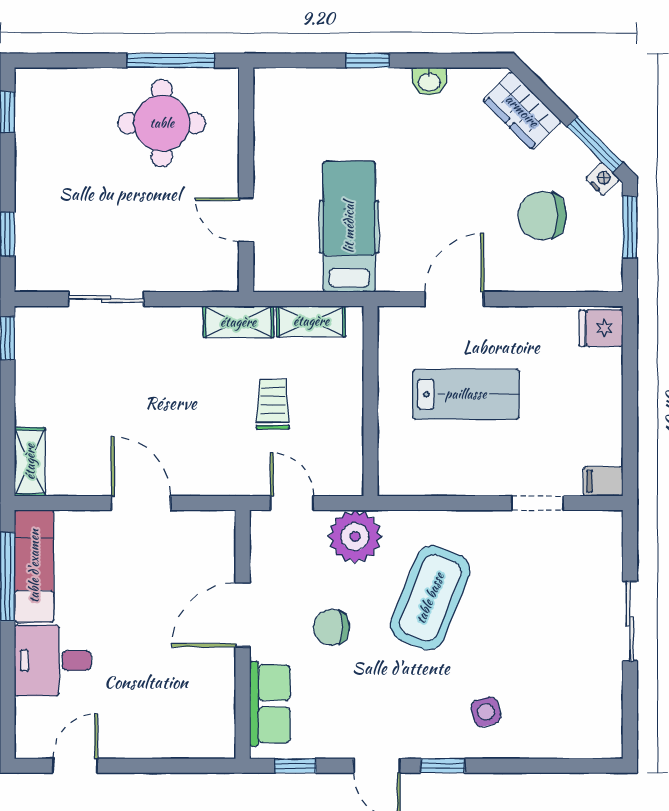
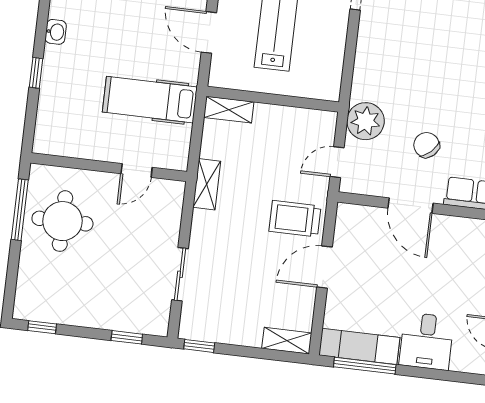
shelving: (311, 321) -> (229, 110), moved, turned 90
trolley: (273, 404) -> (295, 219), moved, width x1.36, depth x1.39
coffee table: (430, 598) -> (414, 74), removed
chair: (331, 627) -> (427, 145), turned 137

